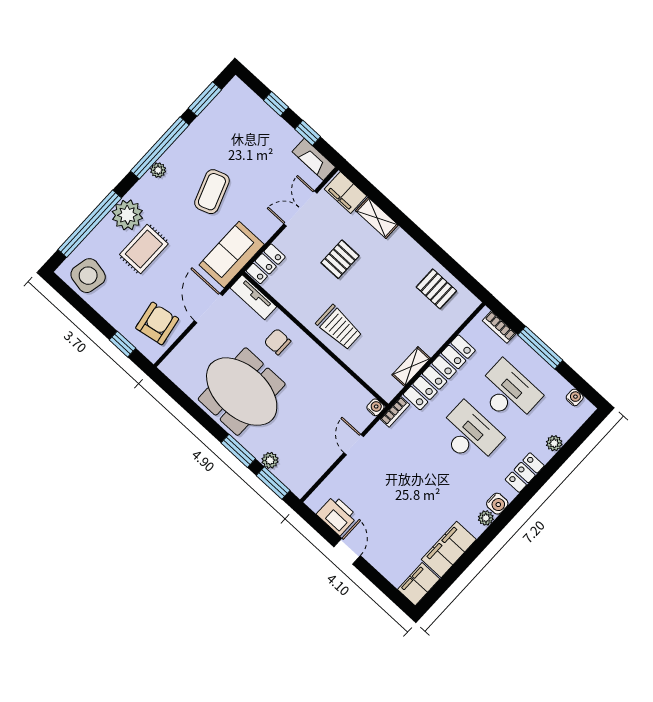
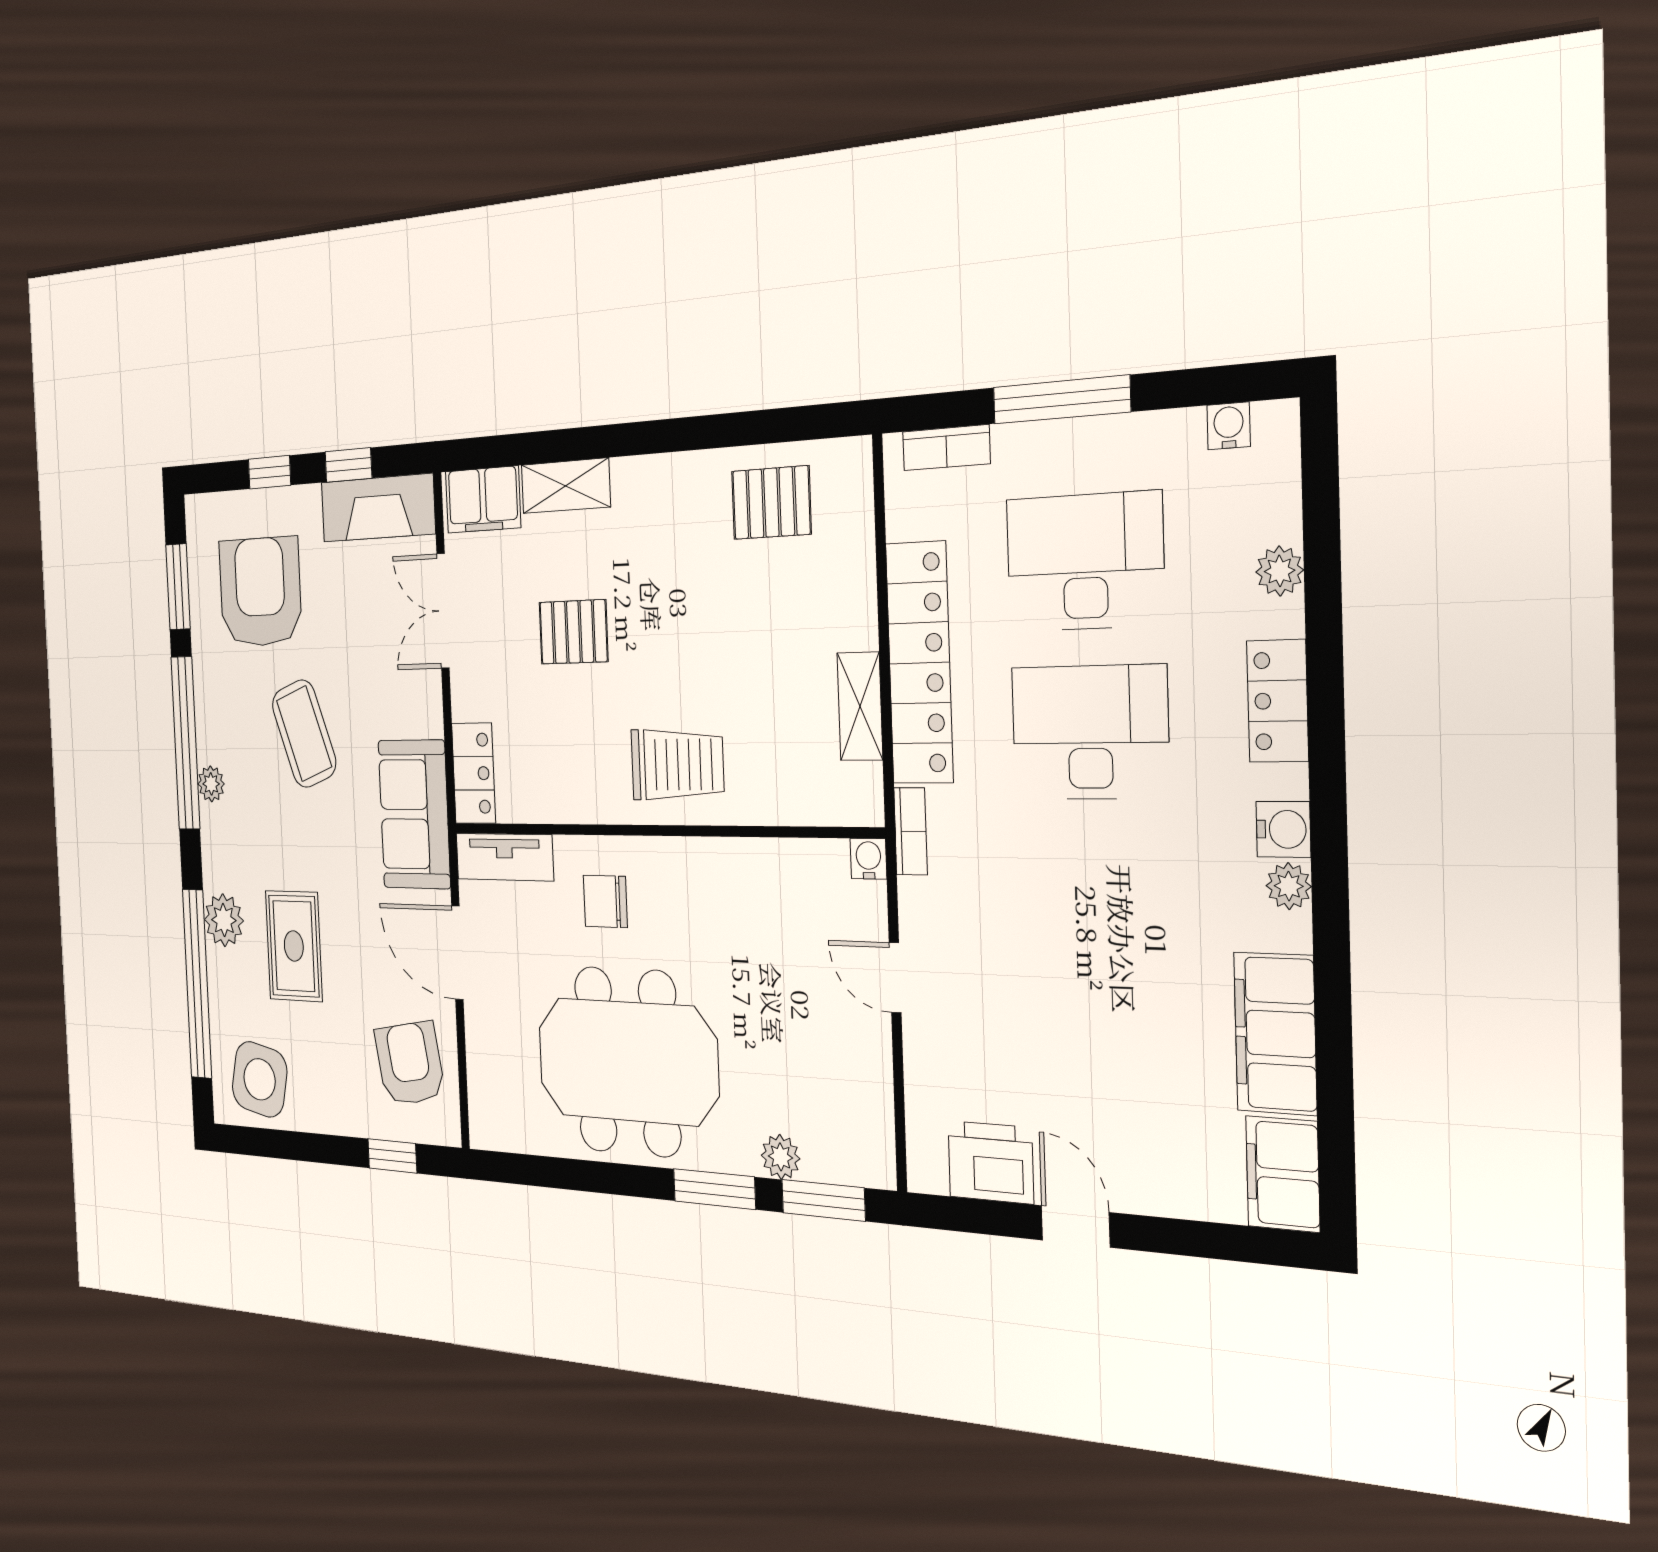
armchair: (237, 134) -> (260, 592), added
fireplace: (314, 159) -> (378, 508), width x1.37, depth x1.32
plant: (127, 215) -> (224, 920), width x0.73, depth x0.73
pallet: (340, 259) -> (573, 632), turned 90

